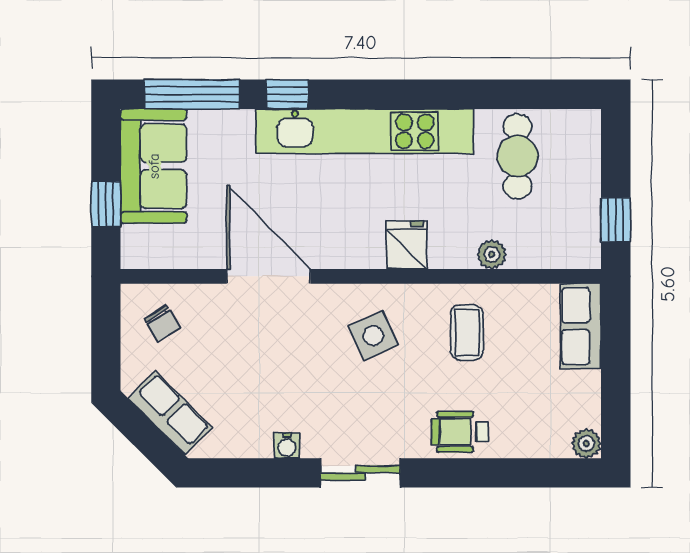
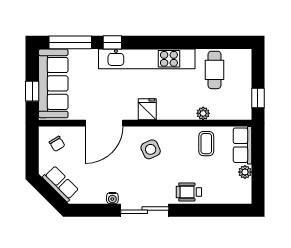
sofa: (154, 166) -> (53, 83), width x1.36
fridge: (407, 245) -> (147, 109), moved
door: (269, 276) -> (104, 123), swing flipped
coffee table: (467, 332) -> (206, 144), moved
plant: (586, 444) -> (245, 172), moved
sliding door: (360, 473) -> (145, 210), width x1.37

